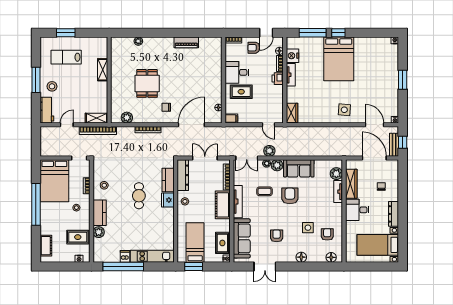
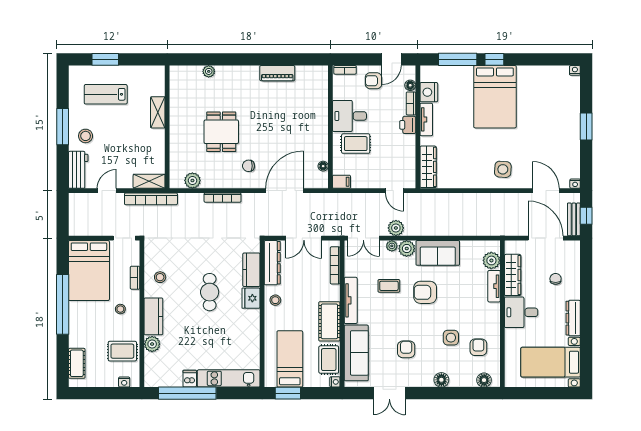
wardrobe: (292, 113) -> (428, 167), width x1.50
double door: (205, 158) -> (304, 238), swing flipped
armchair: (290, 196) -> (425, 292), turned -90
cot: (223, 205) -> (329, 321), moved

